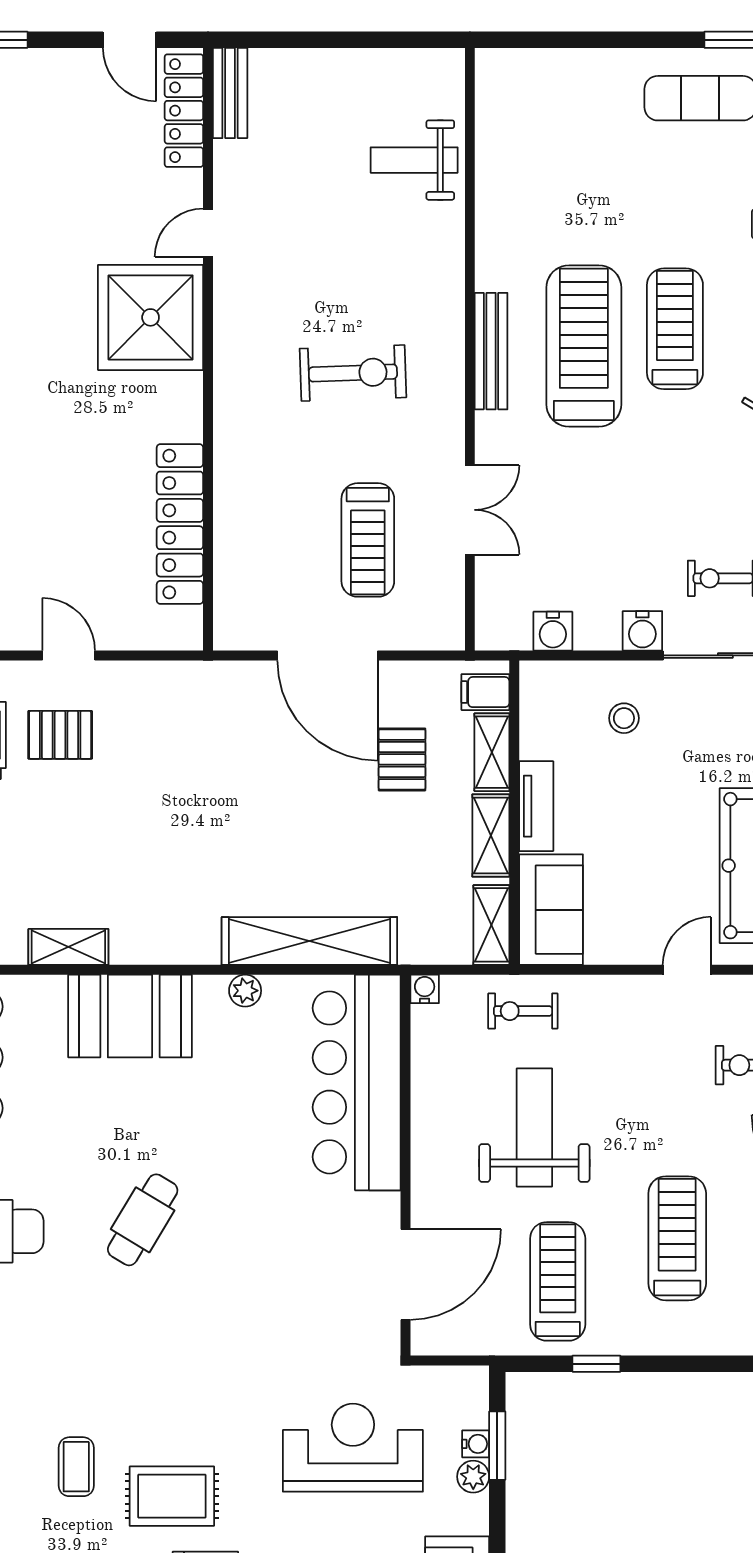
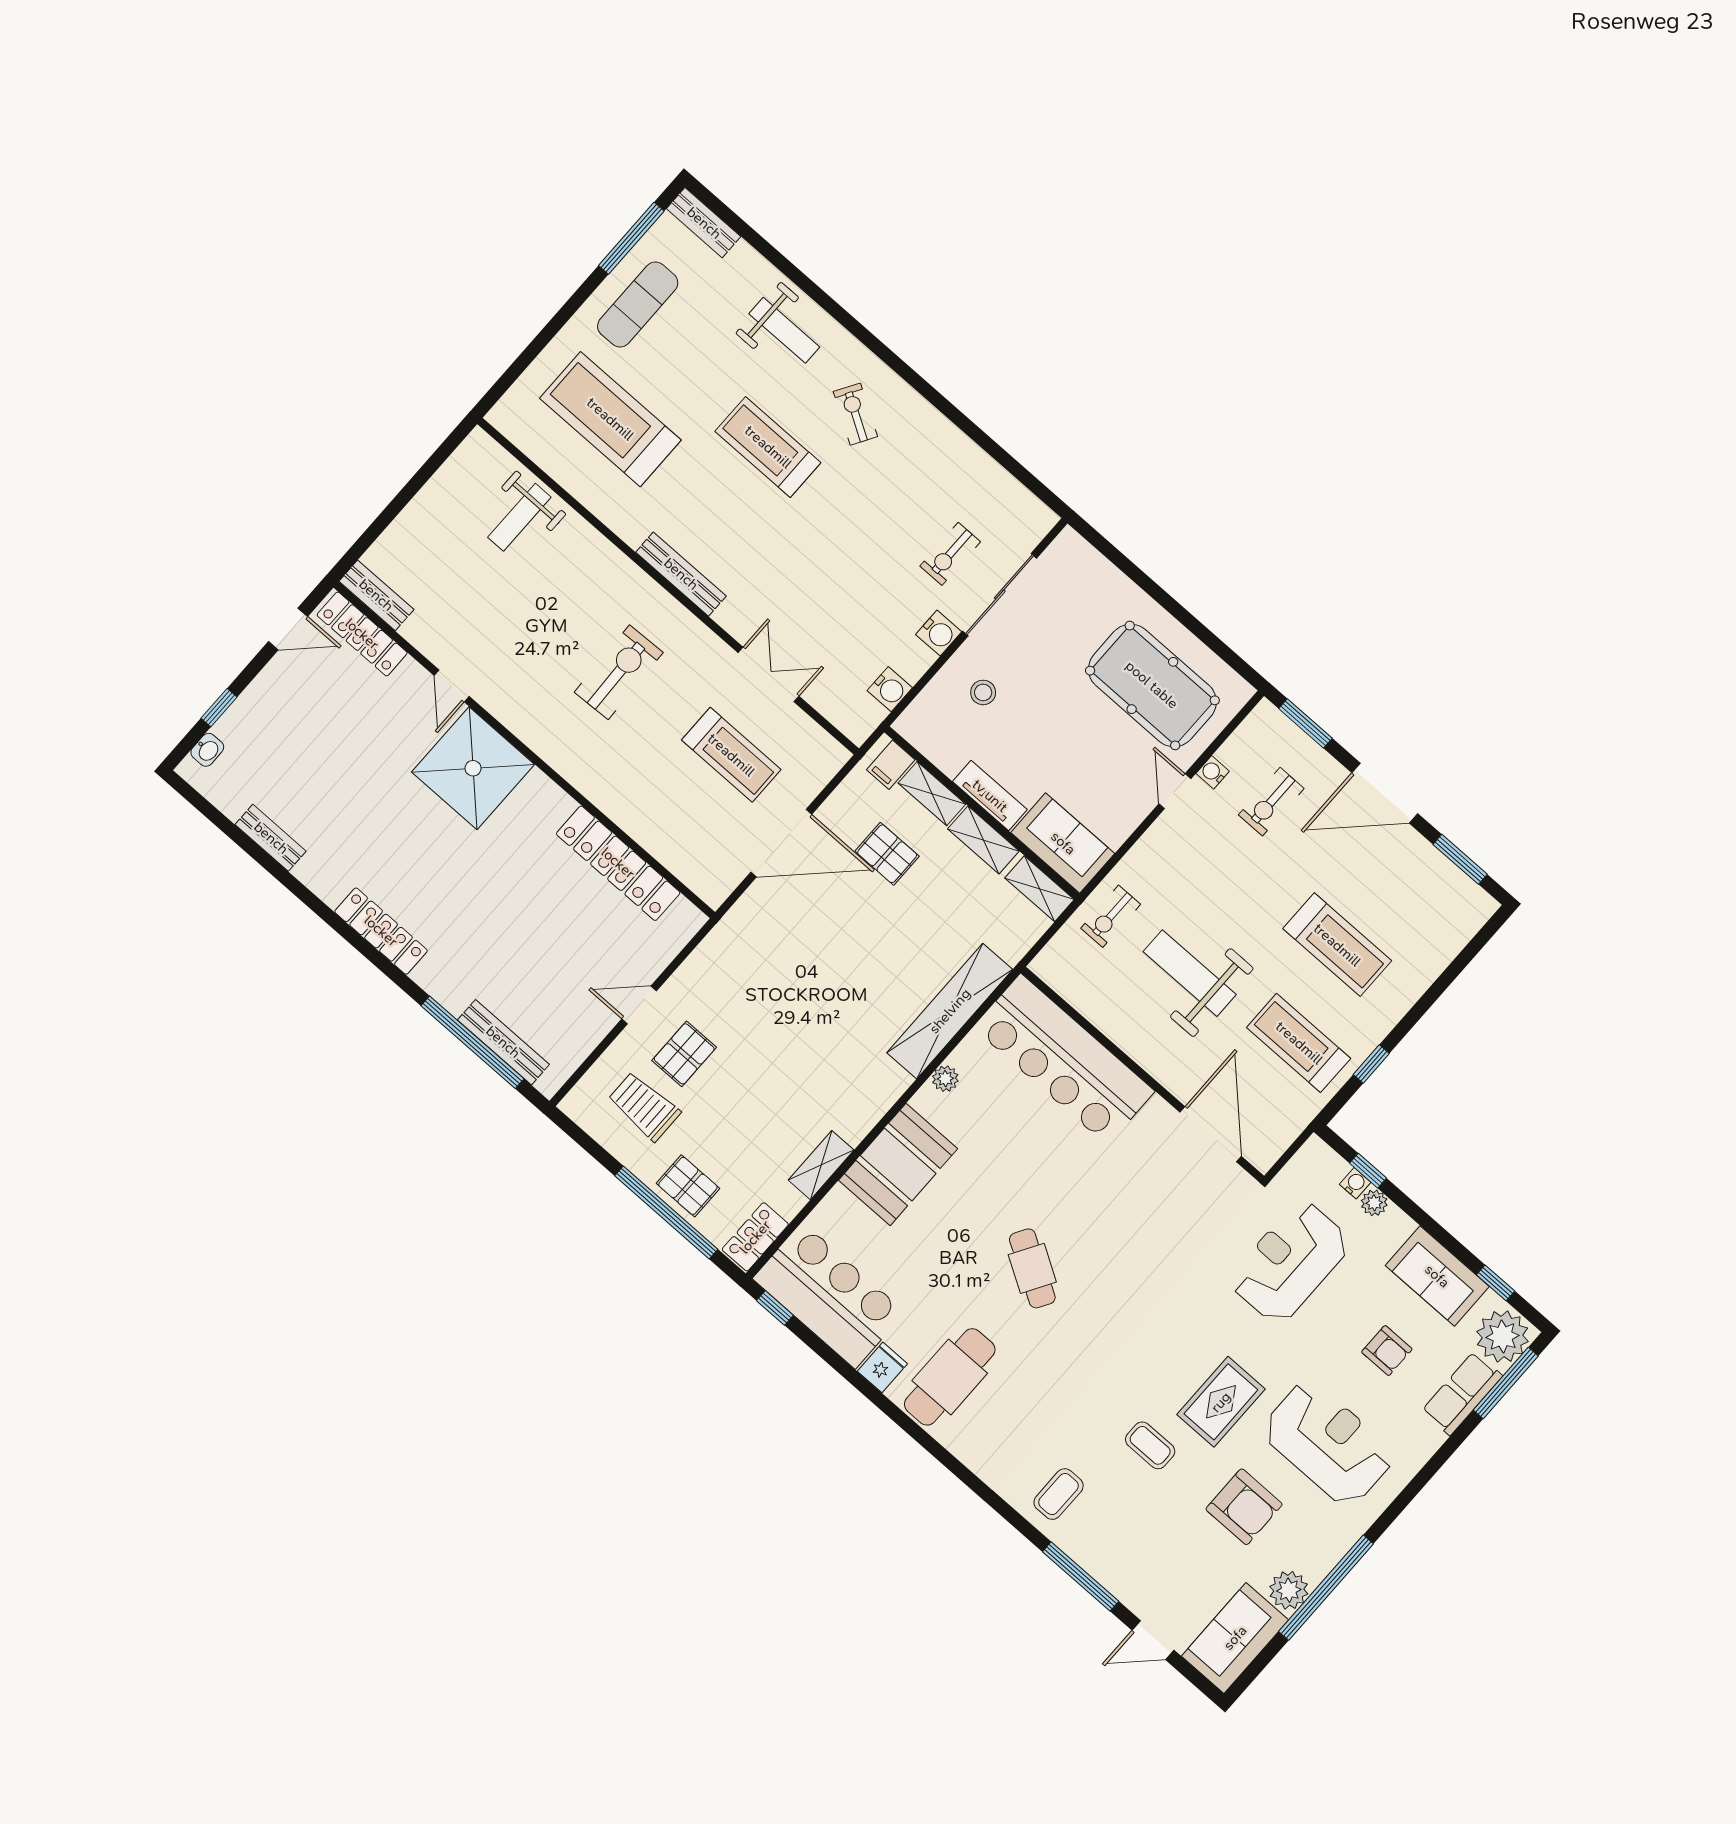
treadmill: (584, 346) -> (610, 419), moved
water cooler: (425, 989) -> (1213, 772), moved
treadmill: (677, 1238) -> (1337, 945), turned 180
window: (497, 1446) -> (1368, 1171), width x0.67

